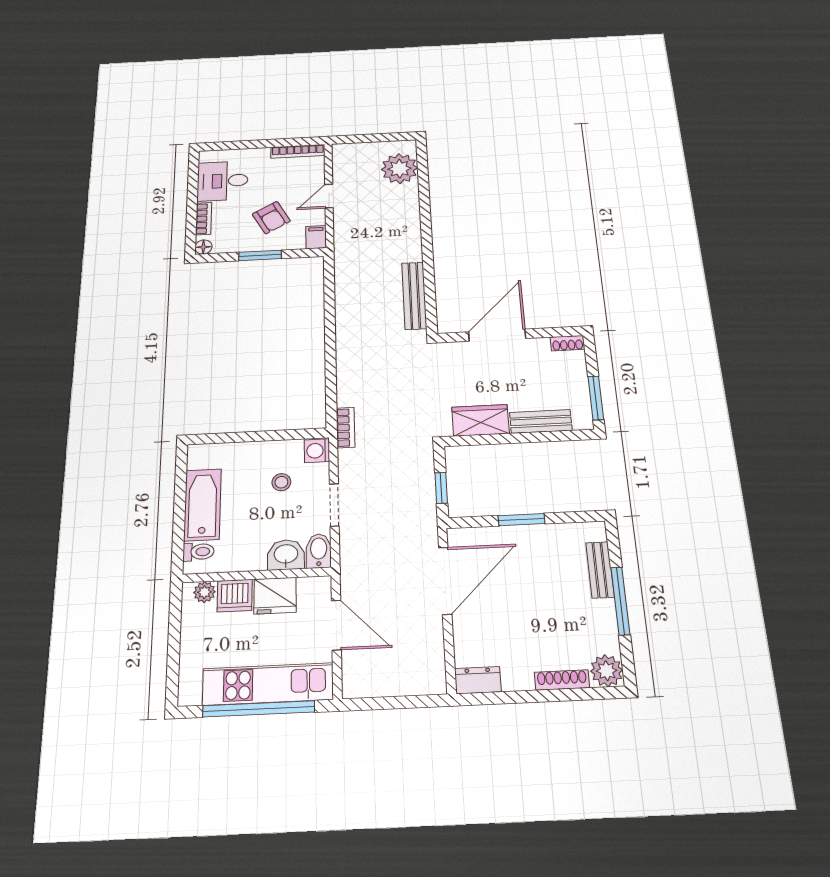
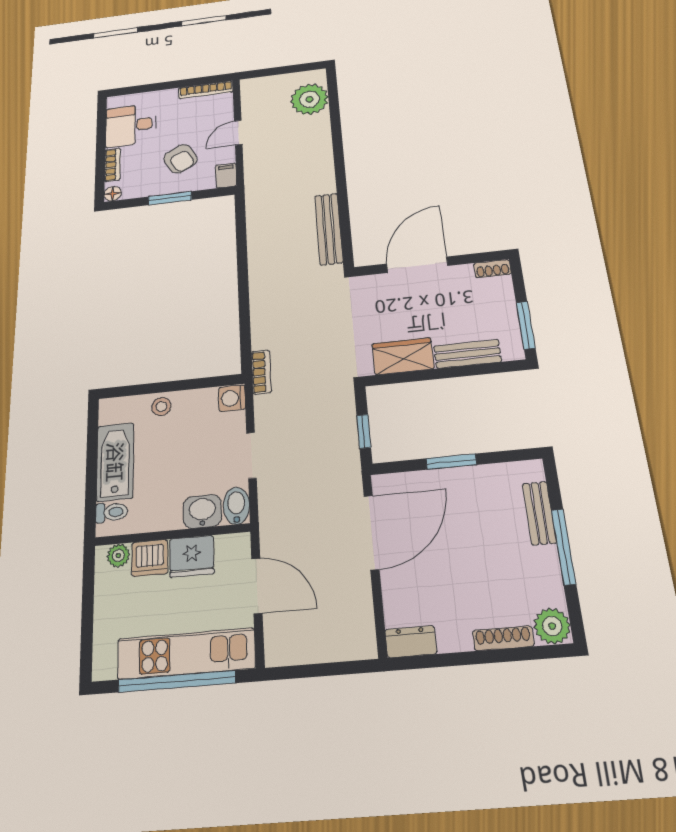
stool: (281, 482) -> (161, 407), moved

